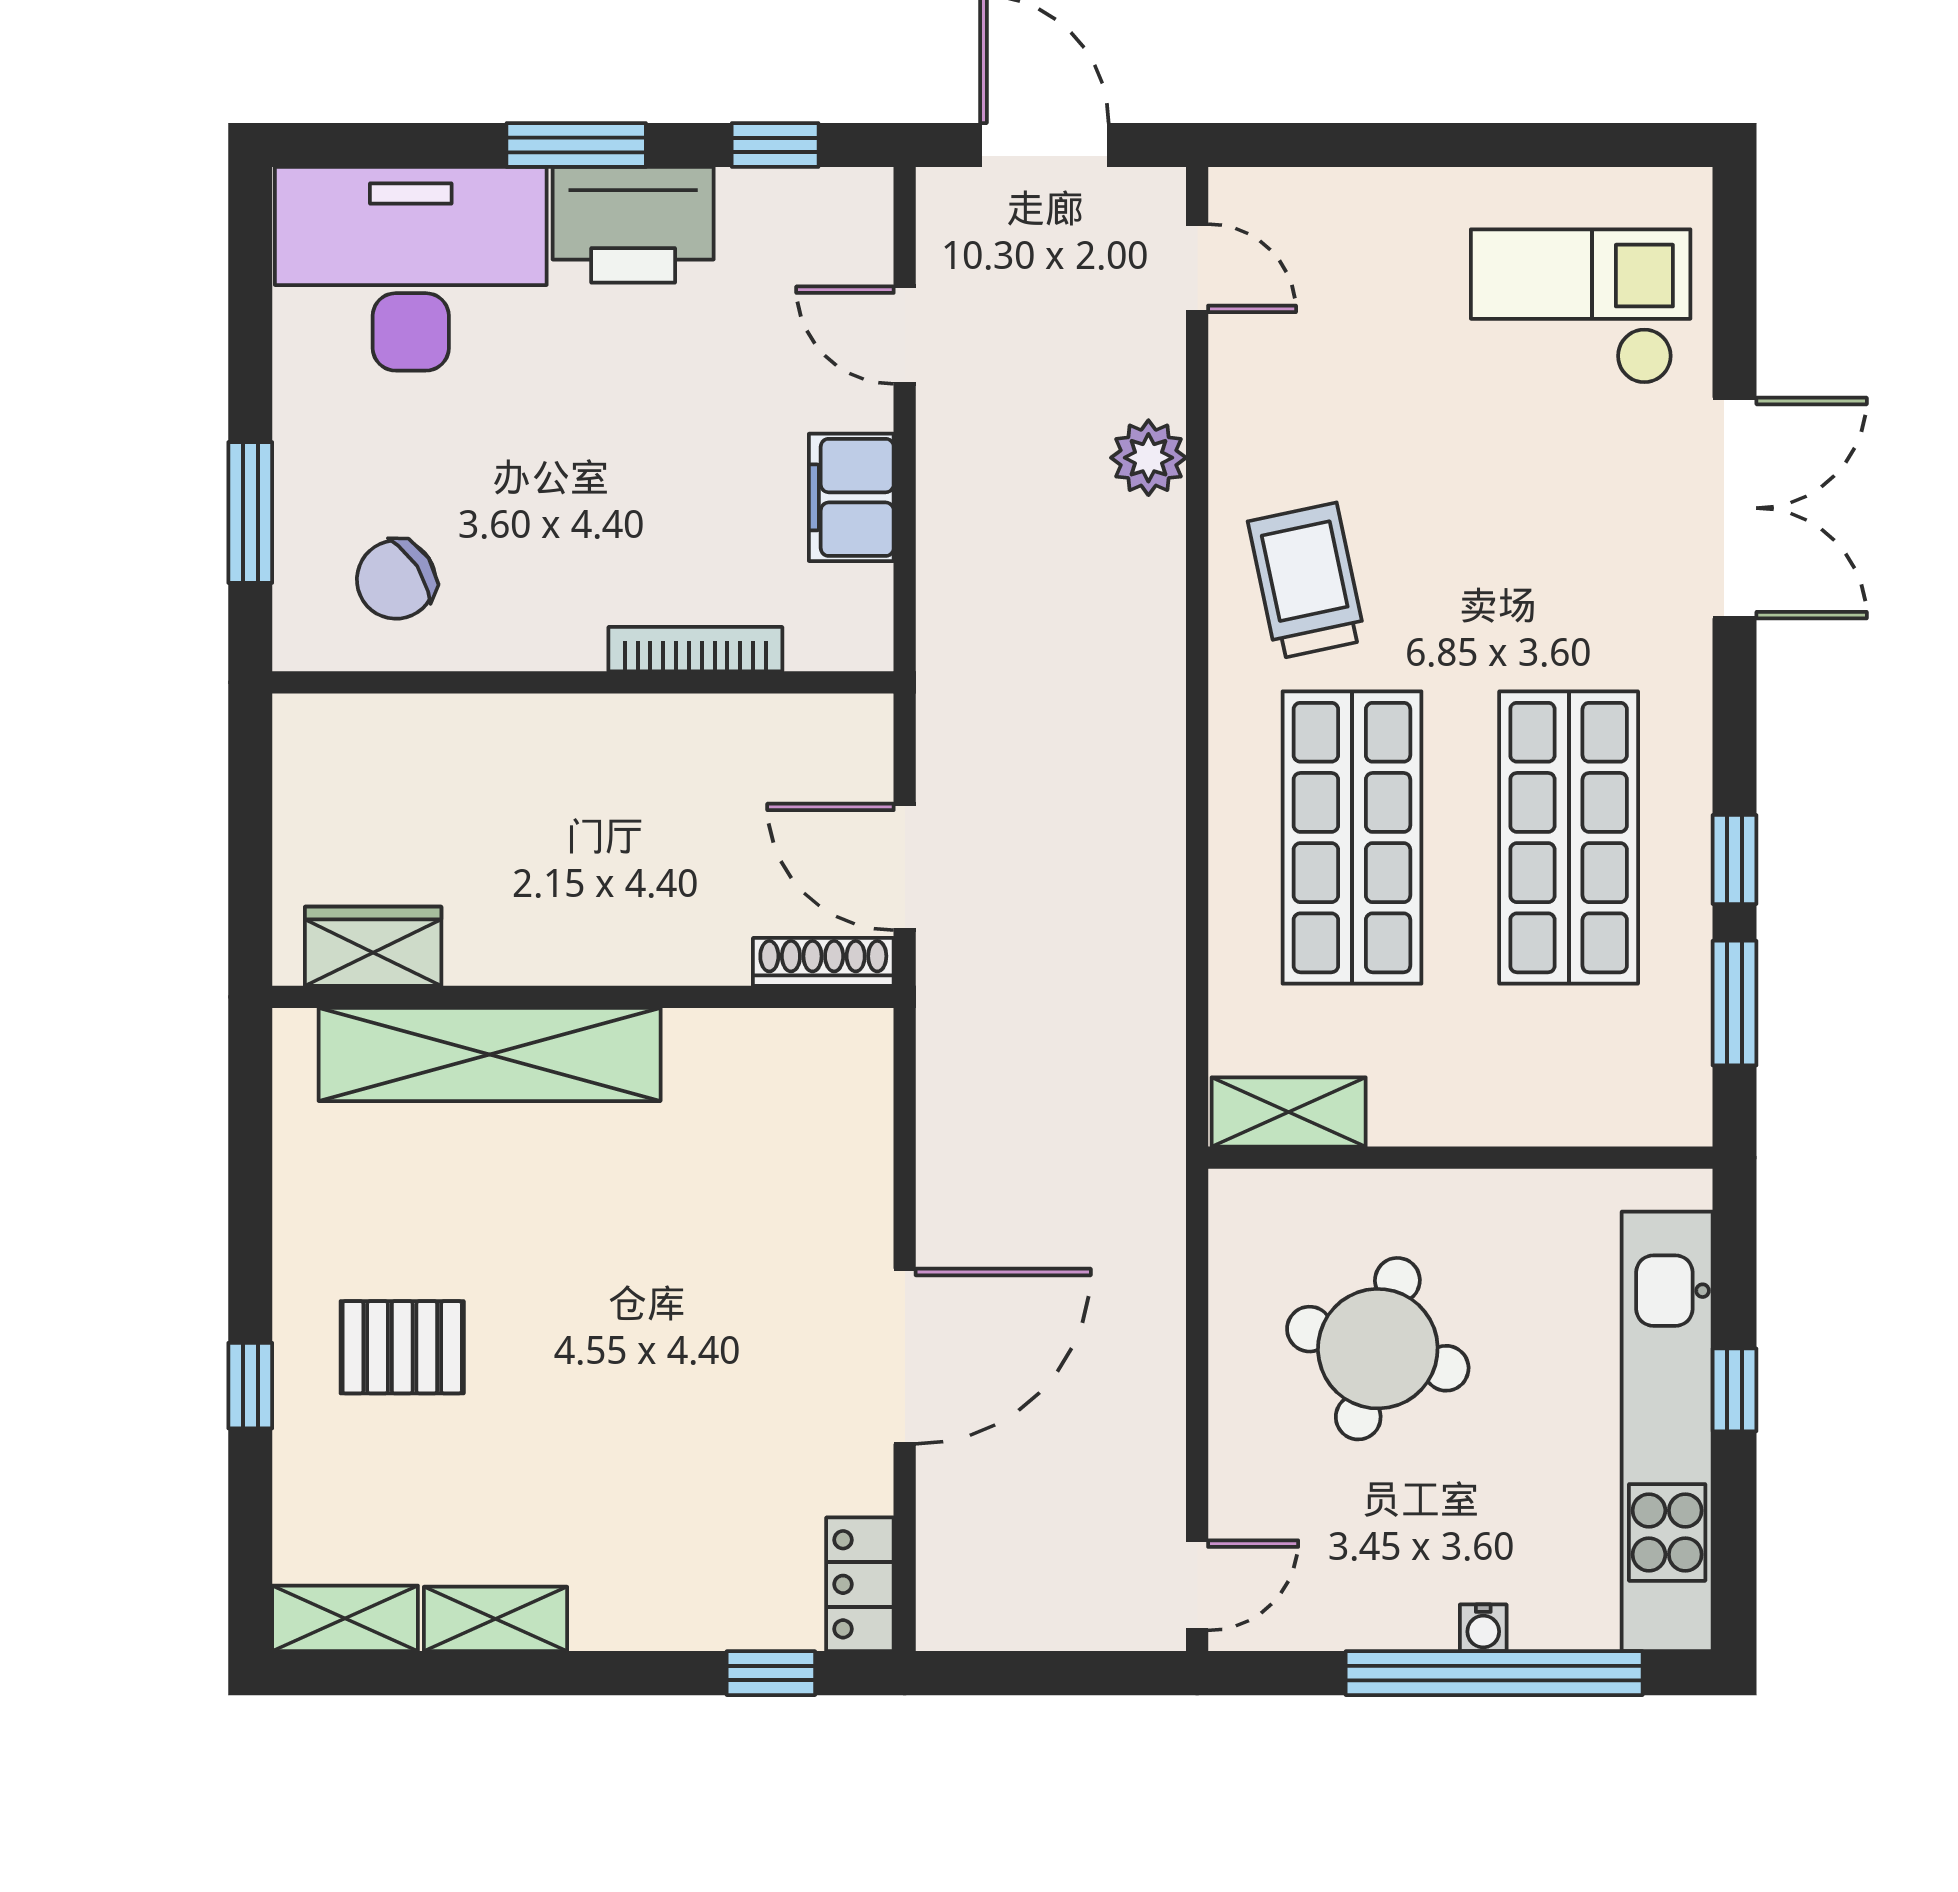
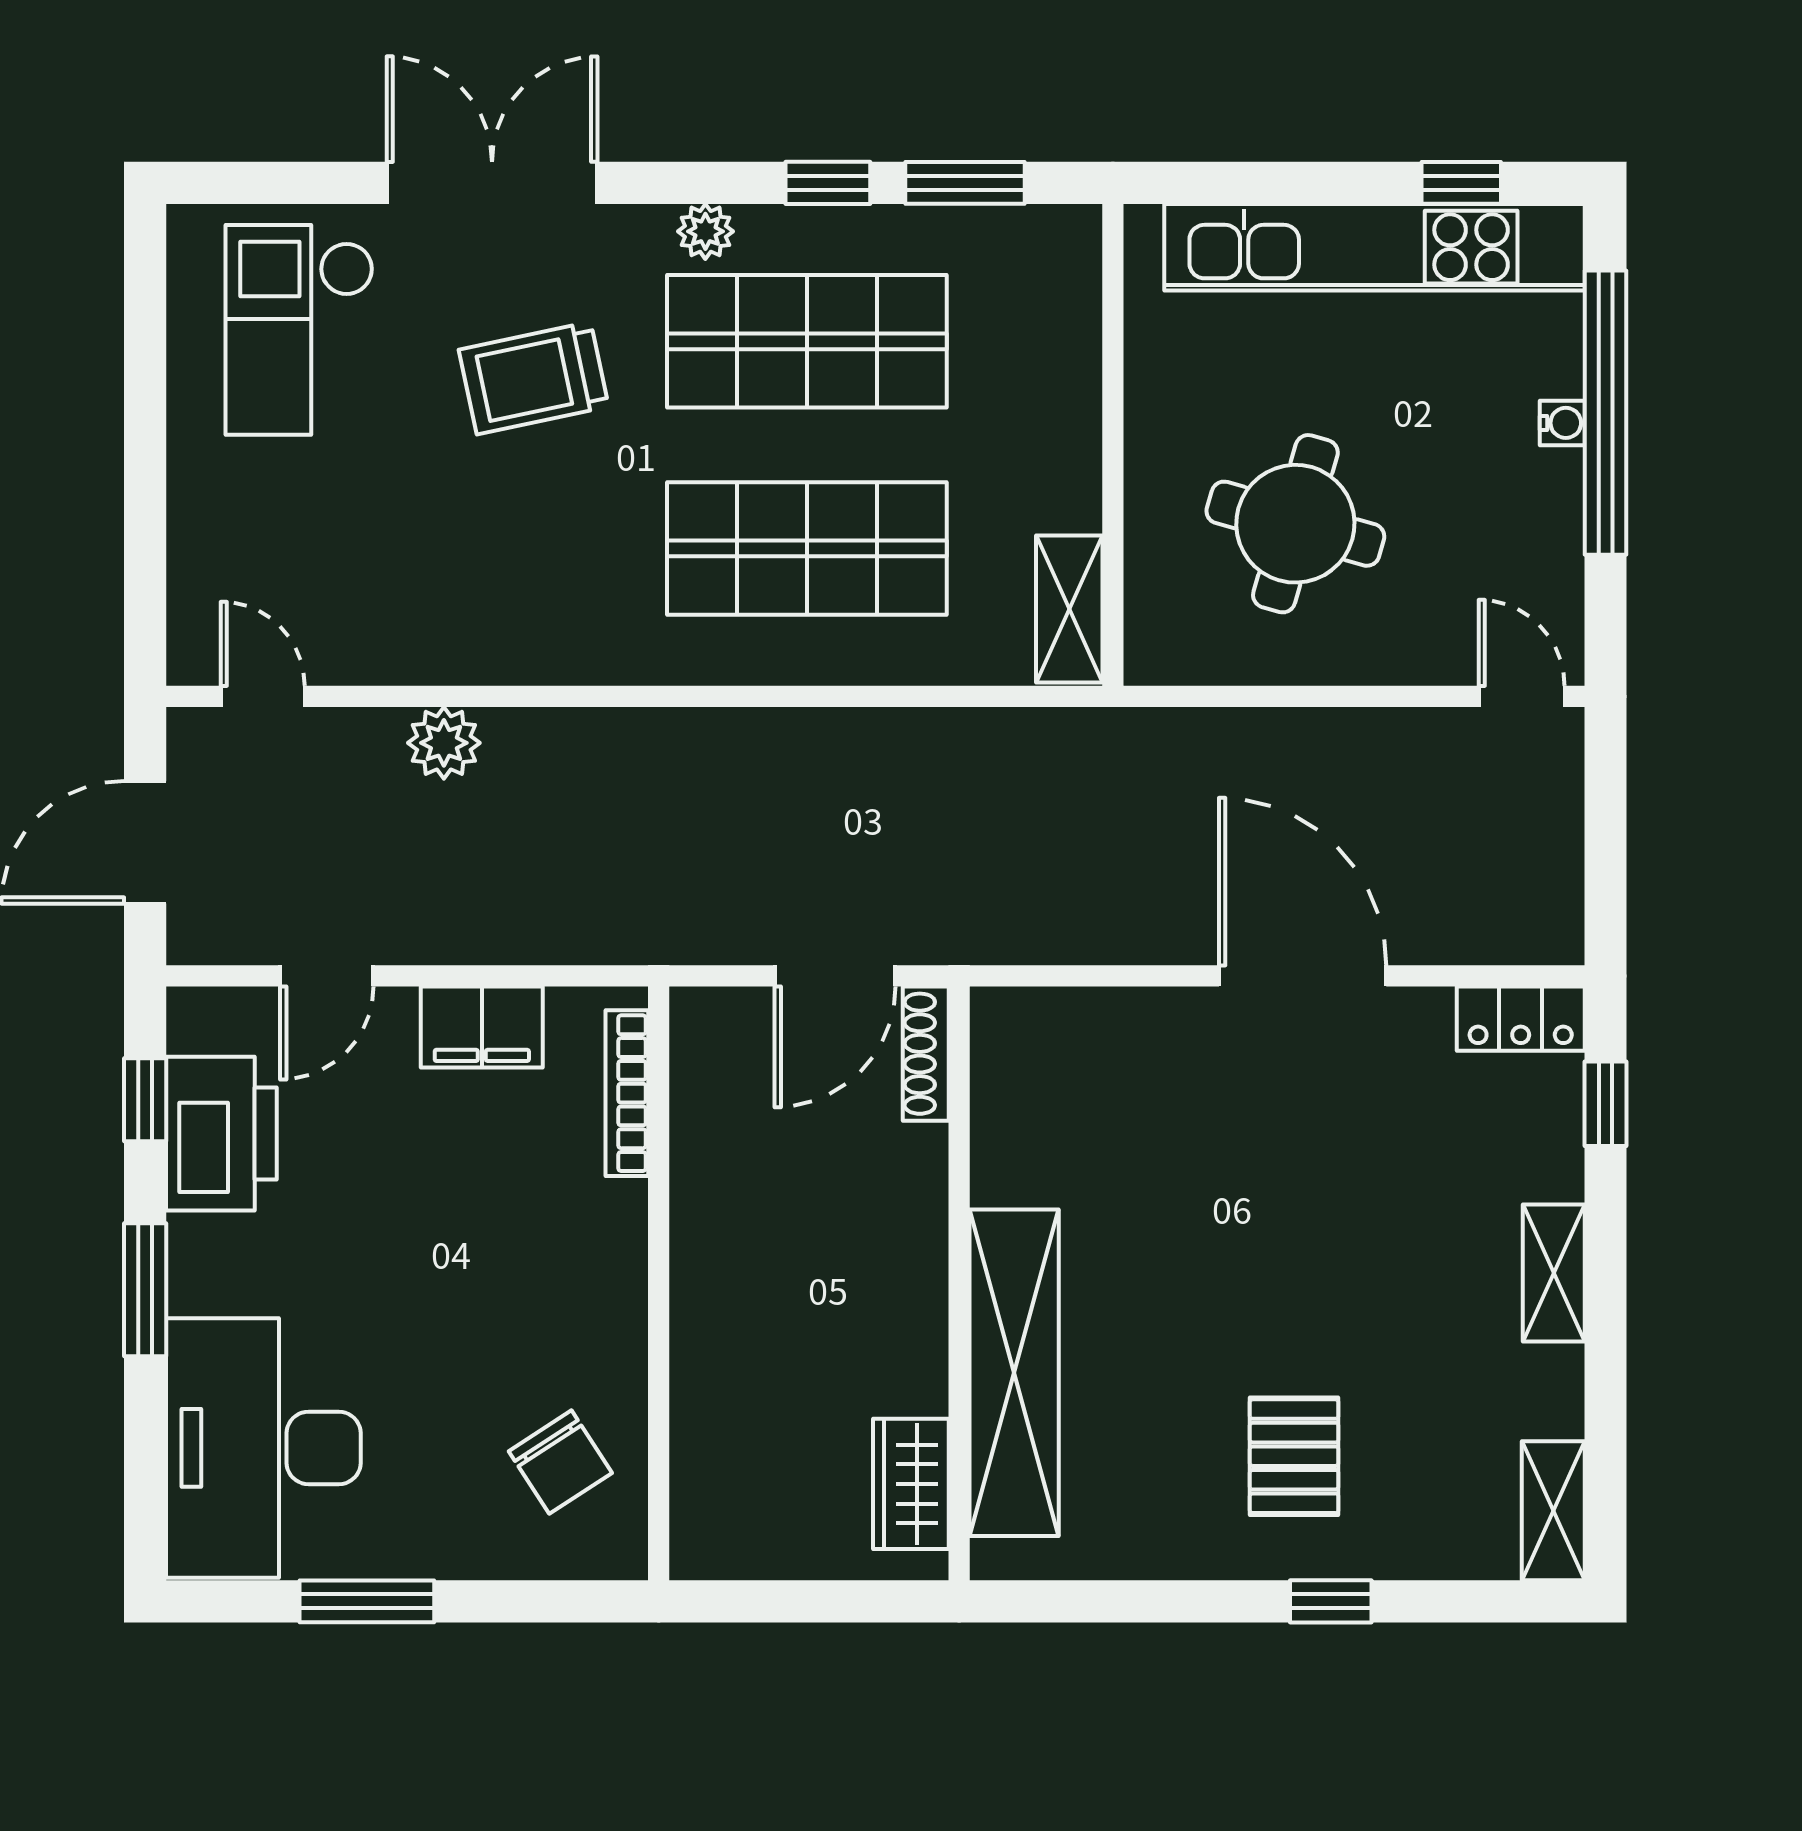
printer: (633, 225) -> (221, 1134), moved
door: (1197, 268) -> (263, 696), hinge flipped
window: (250, 513) -> (367, 1601), moved
trolley: (1307, 581) -> (534, 378), moved
bookcase: (695, 649) -> (627, 1093), moved
plant: (1684, 731) -> (705, 231), added
window: (1734, 1390) -> (1461, 183), moved
shelving: (496, 1619) -> (1554, 1273), moved

